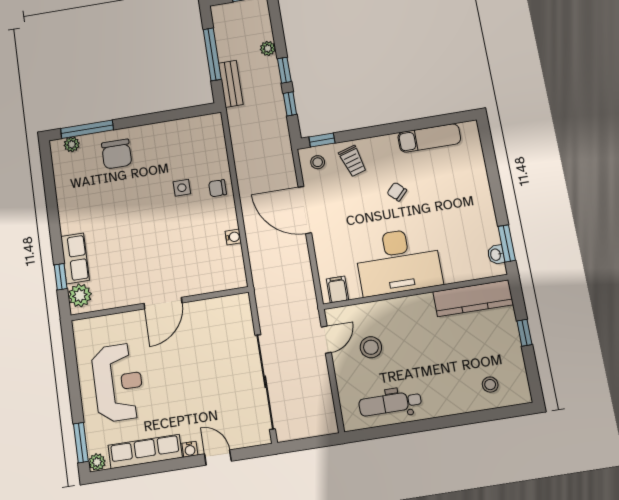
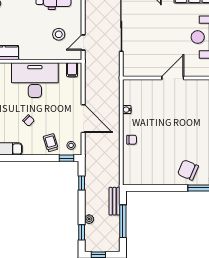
window: (284, 70) -> (82, 232), moved
chair: (117, 154) -> (188, 170), turned -67
side table: (182, 188) -> (152, 143), removed

